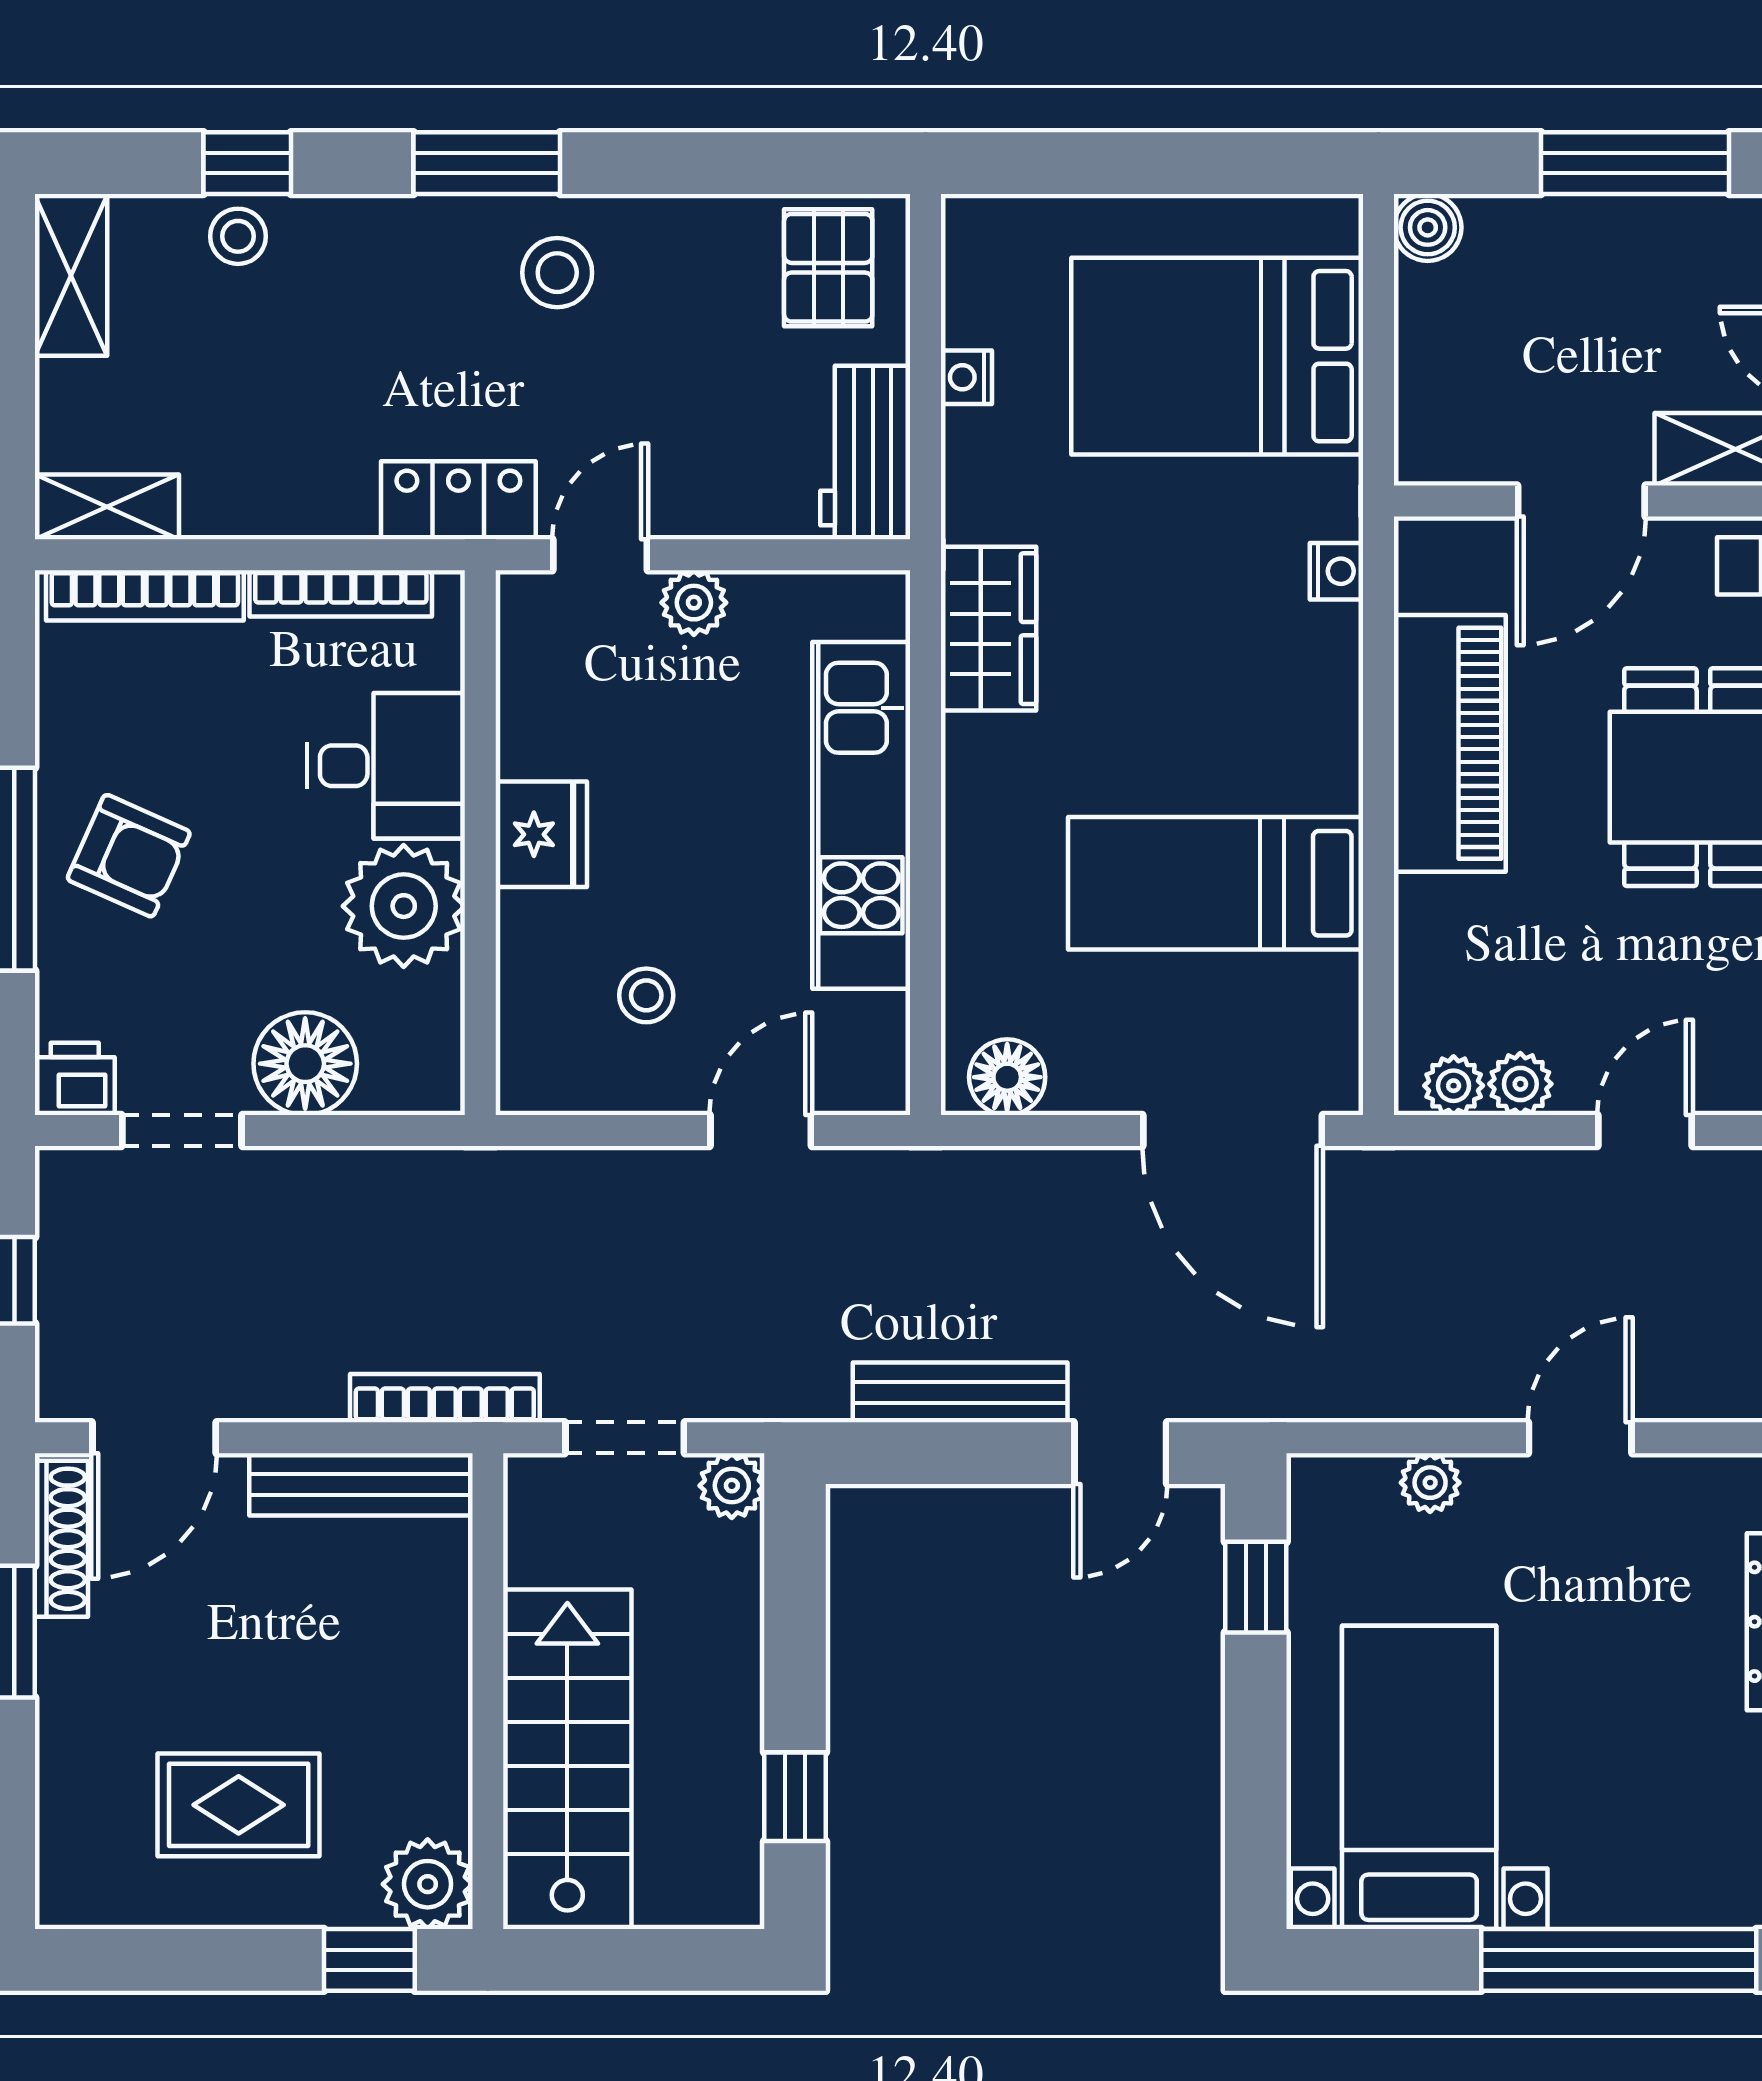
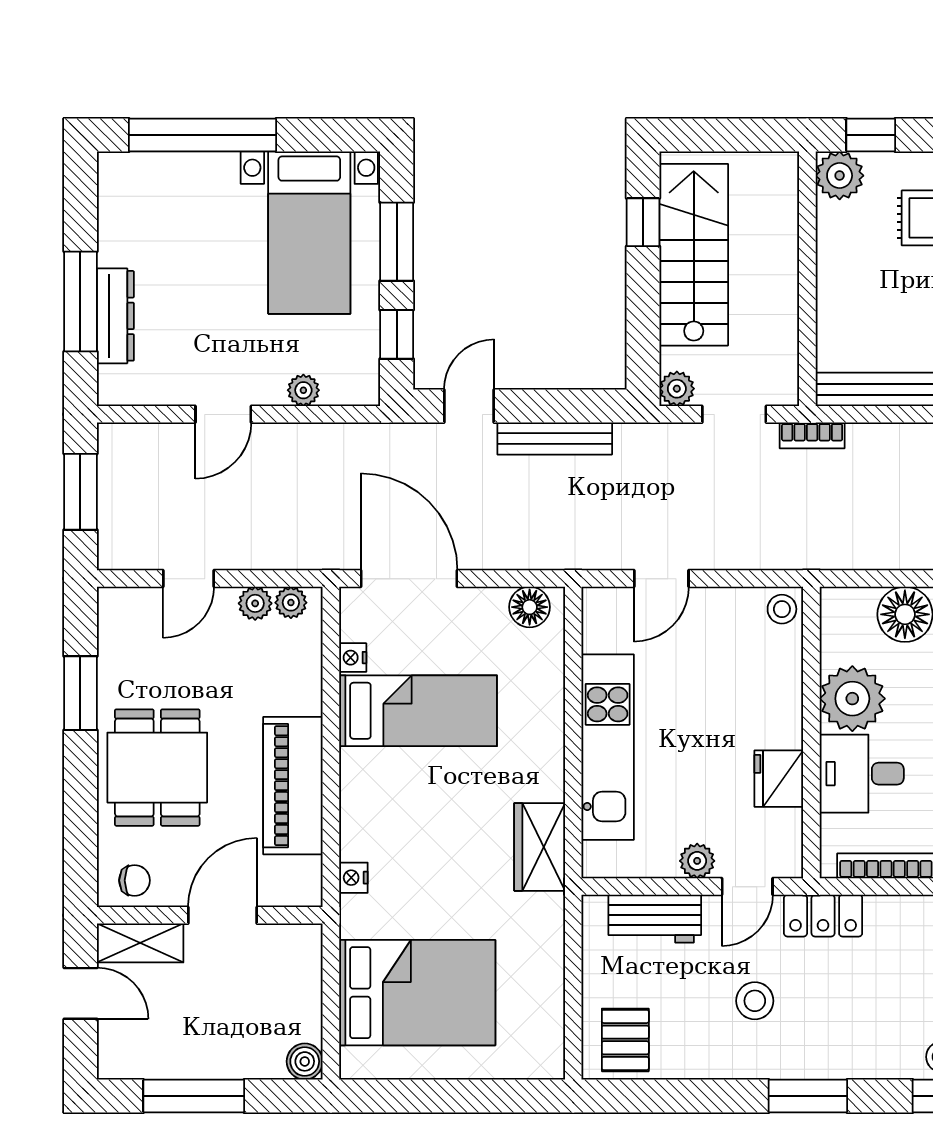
stool: (557, 273) -> (755, 1001), moved
nightstand: (966, 377) -> (353, 658), moved, turned 180
workbench: (865, 452) -> (655, 919), moved, turned 90
fridge: (541, 834) -> (779, 779), moved
stool: (646, 995) -> (782, 609), moved
bookcase: (445, 1398) -> (812, 435), width x0.64
stairs: (567, 1759) -> (694, 255), moved, turned 180
window: (1256, 1761) -> (397, 242), added

